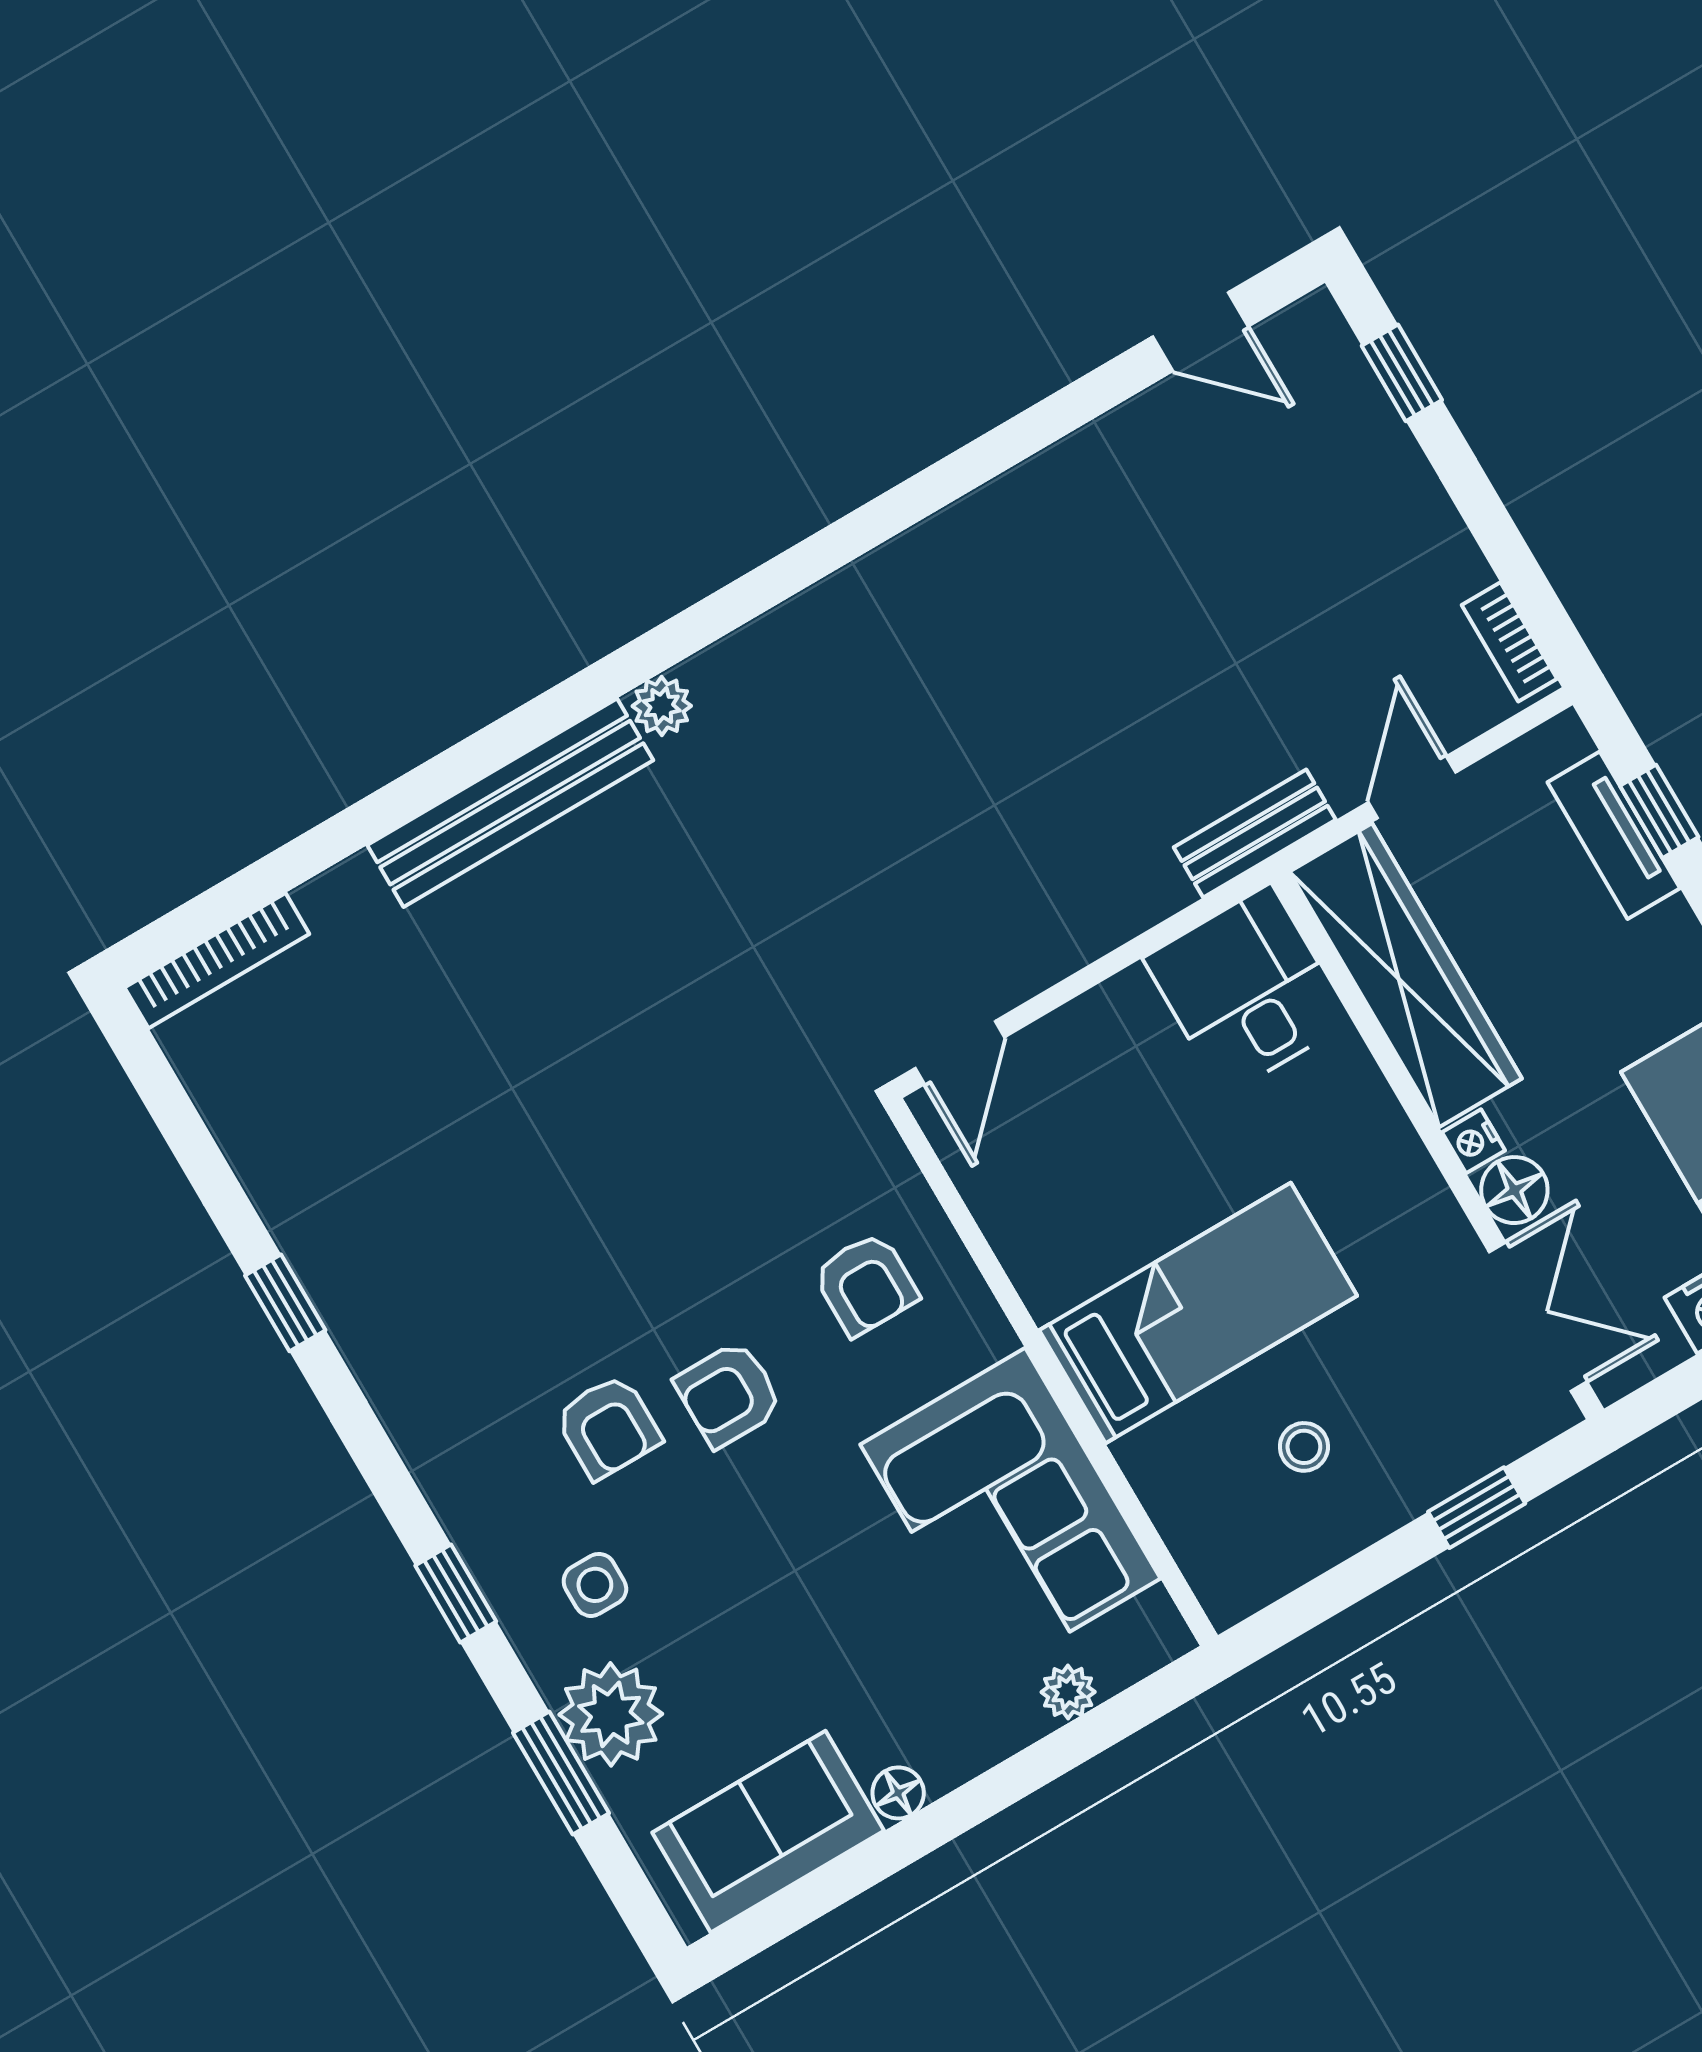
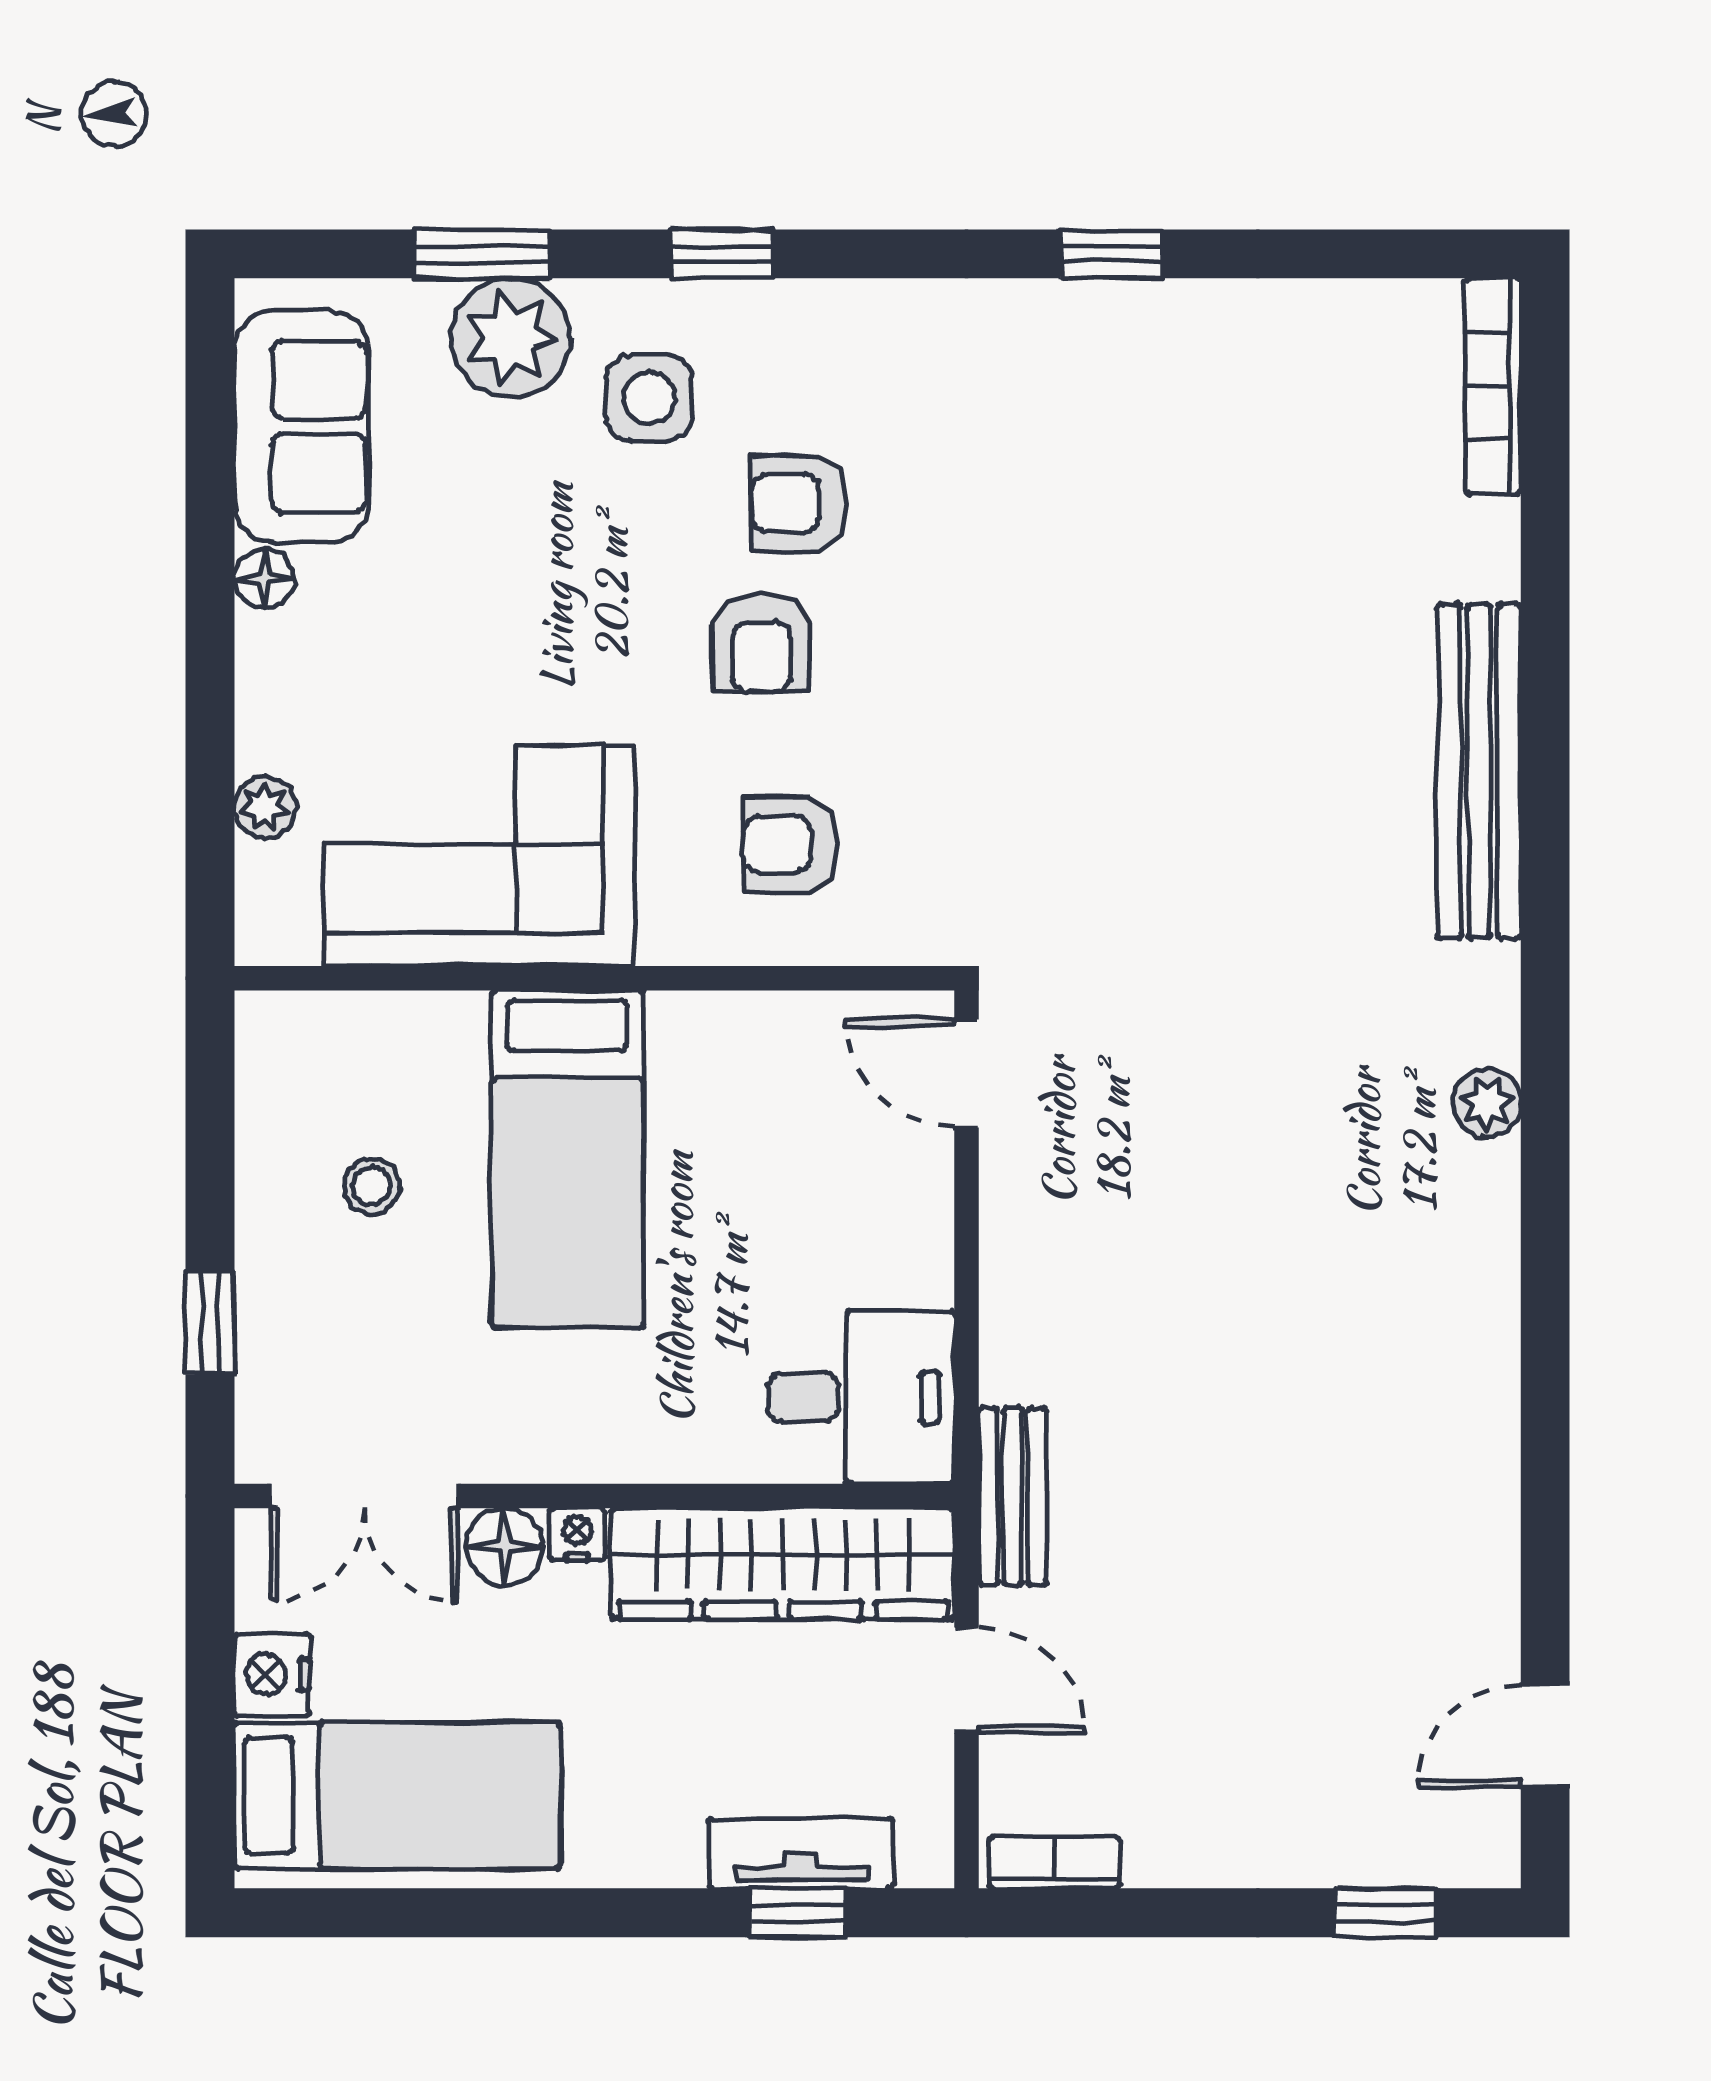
plant: (662, 706) -> (1487, 1103), moved
armchair: (729, 1394) -> (761, 643), turned 180
side table: (595, 1585) -> (649, 398), width x1.37, depth x1.37

